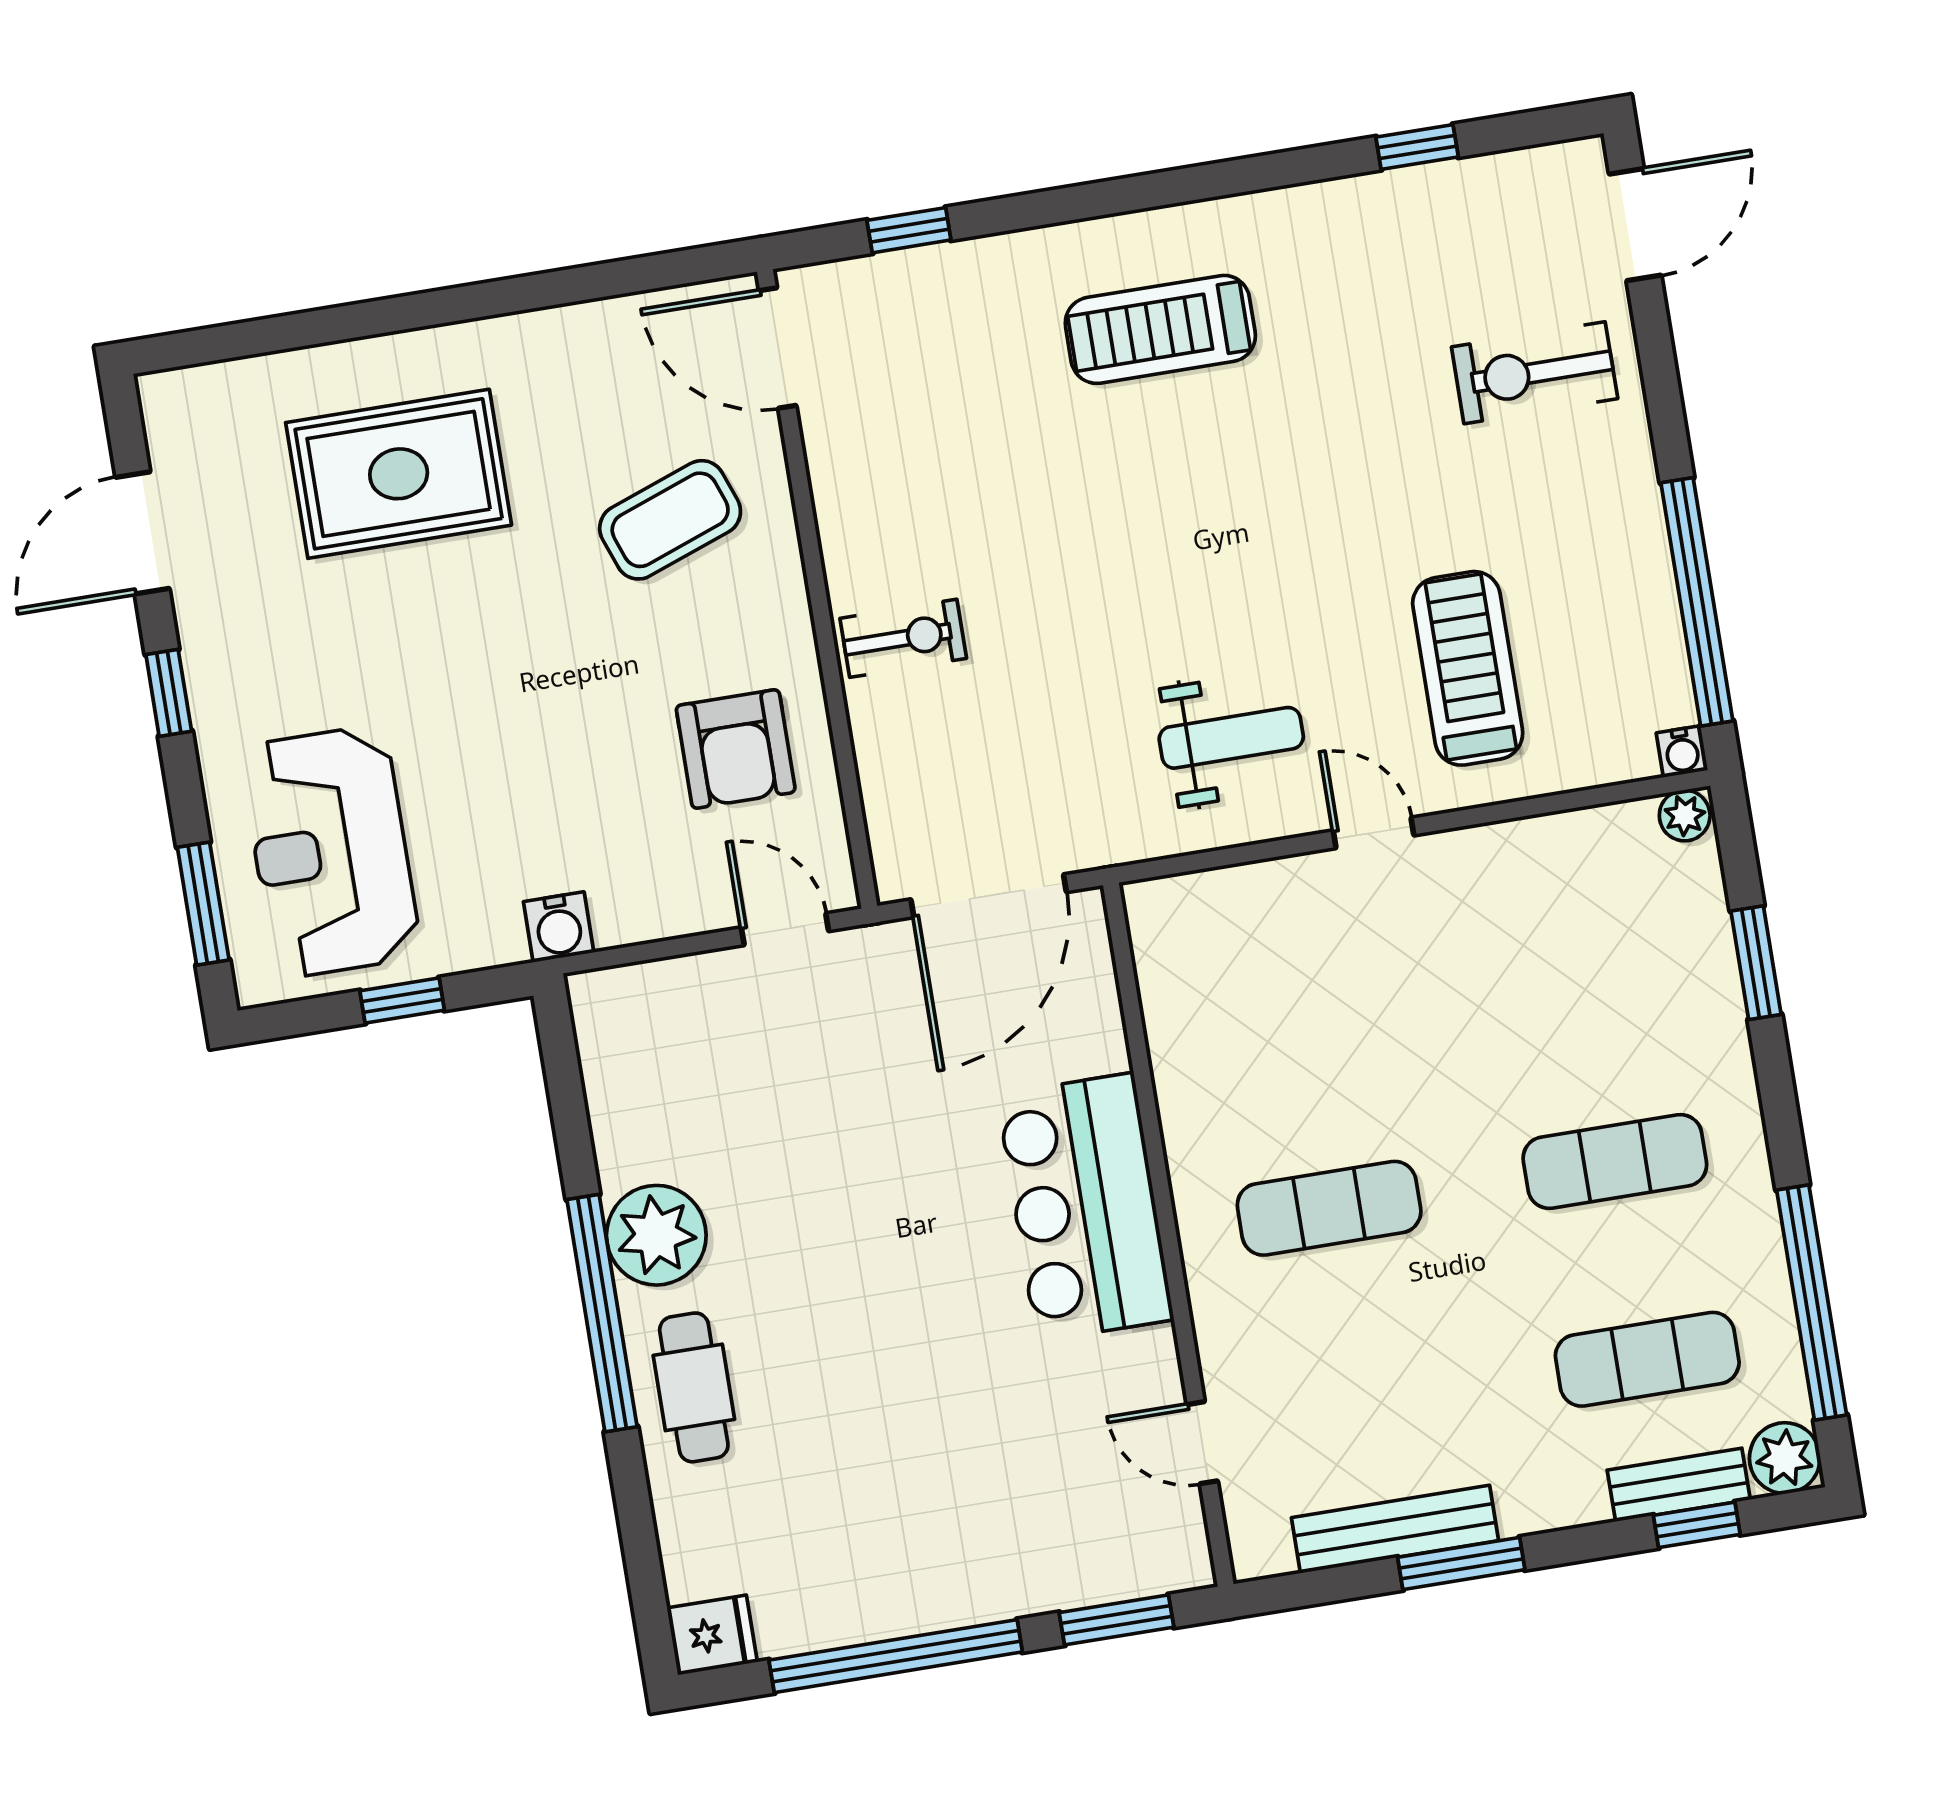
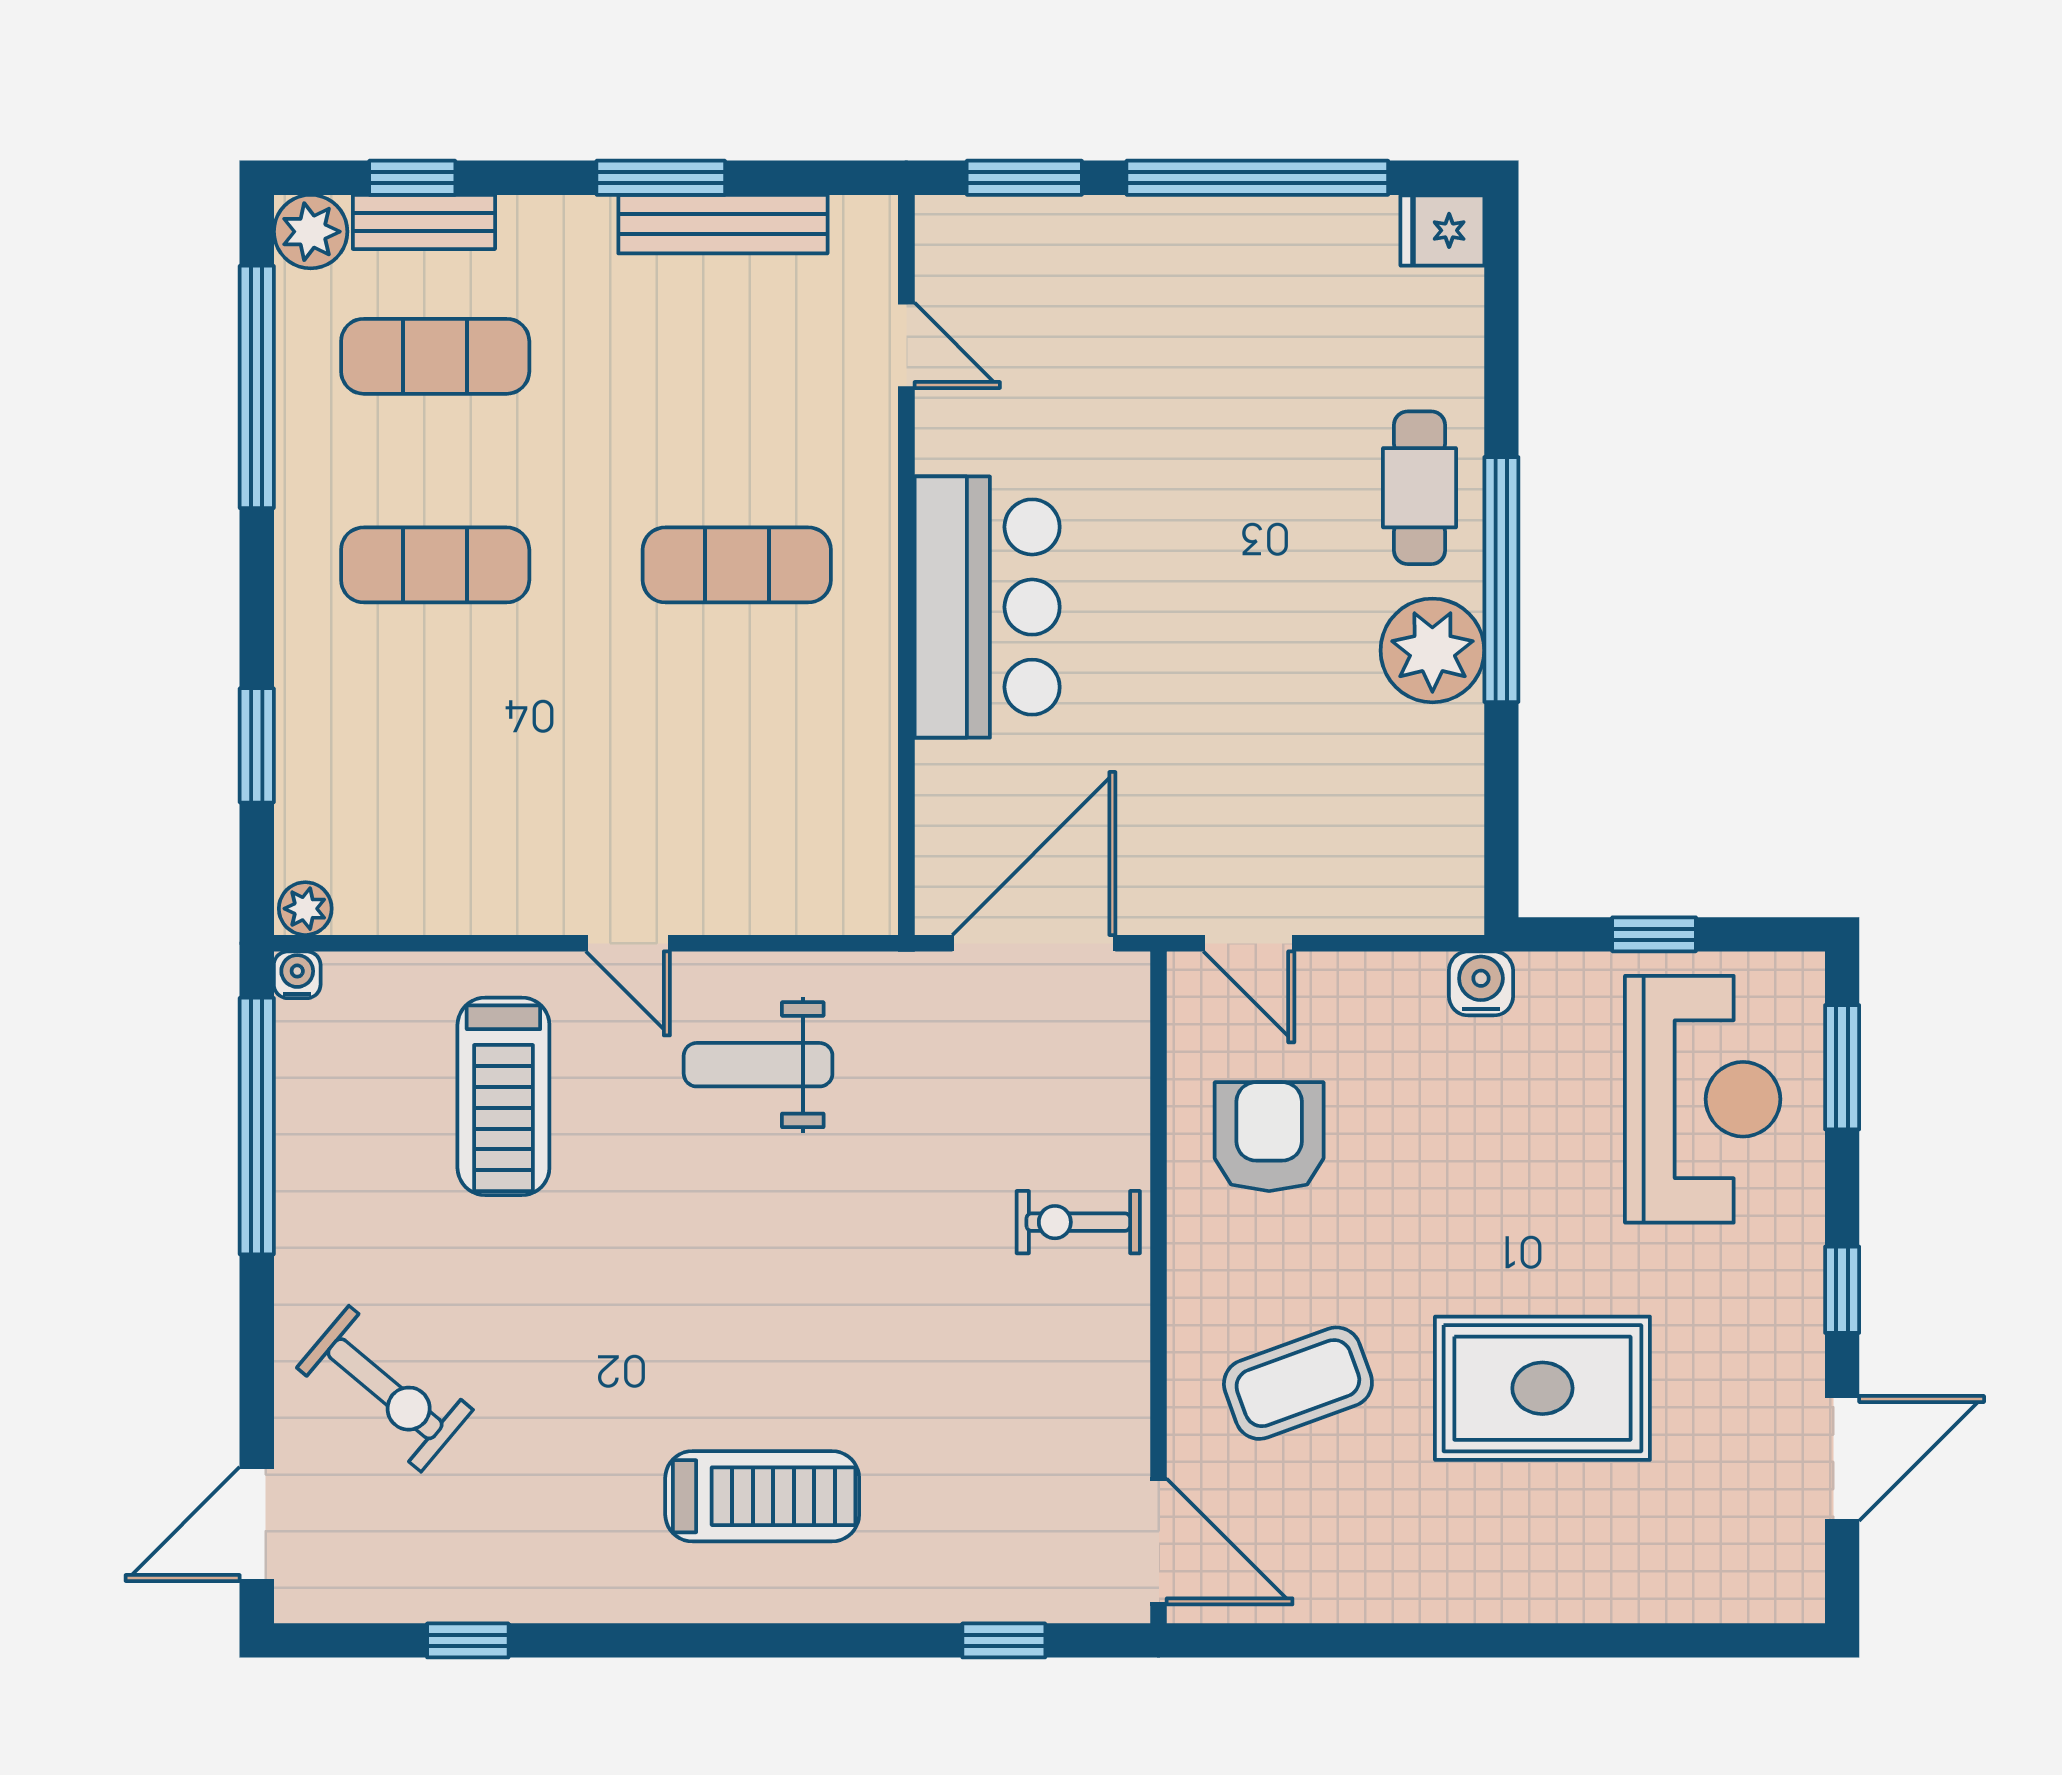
exercise bike: (1535, 373) -> (385, 1389), turned 40
rug: (399, 474) -> (1542, 1388), moved

